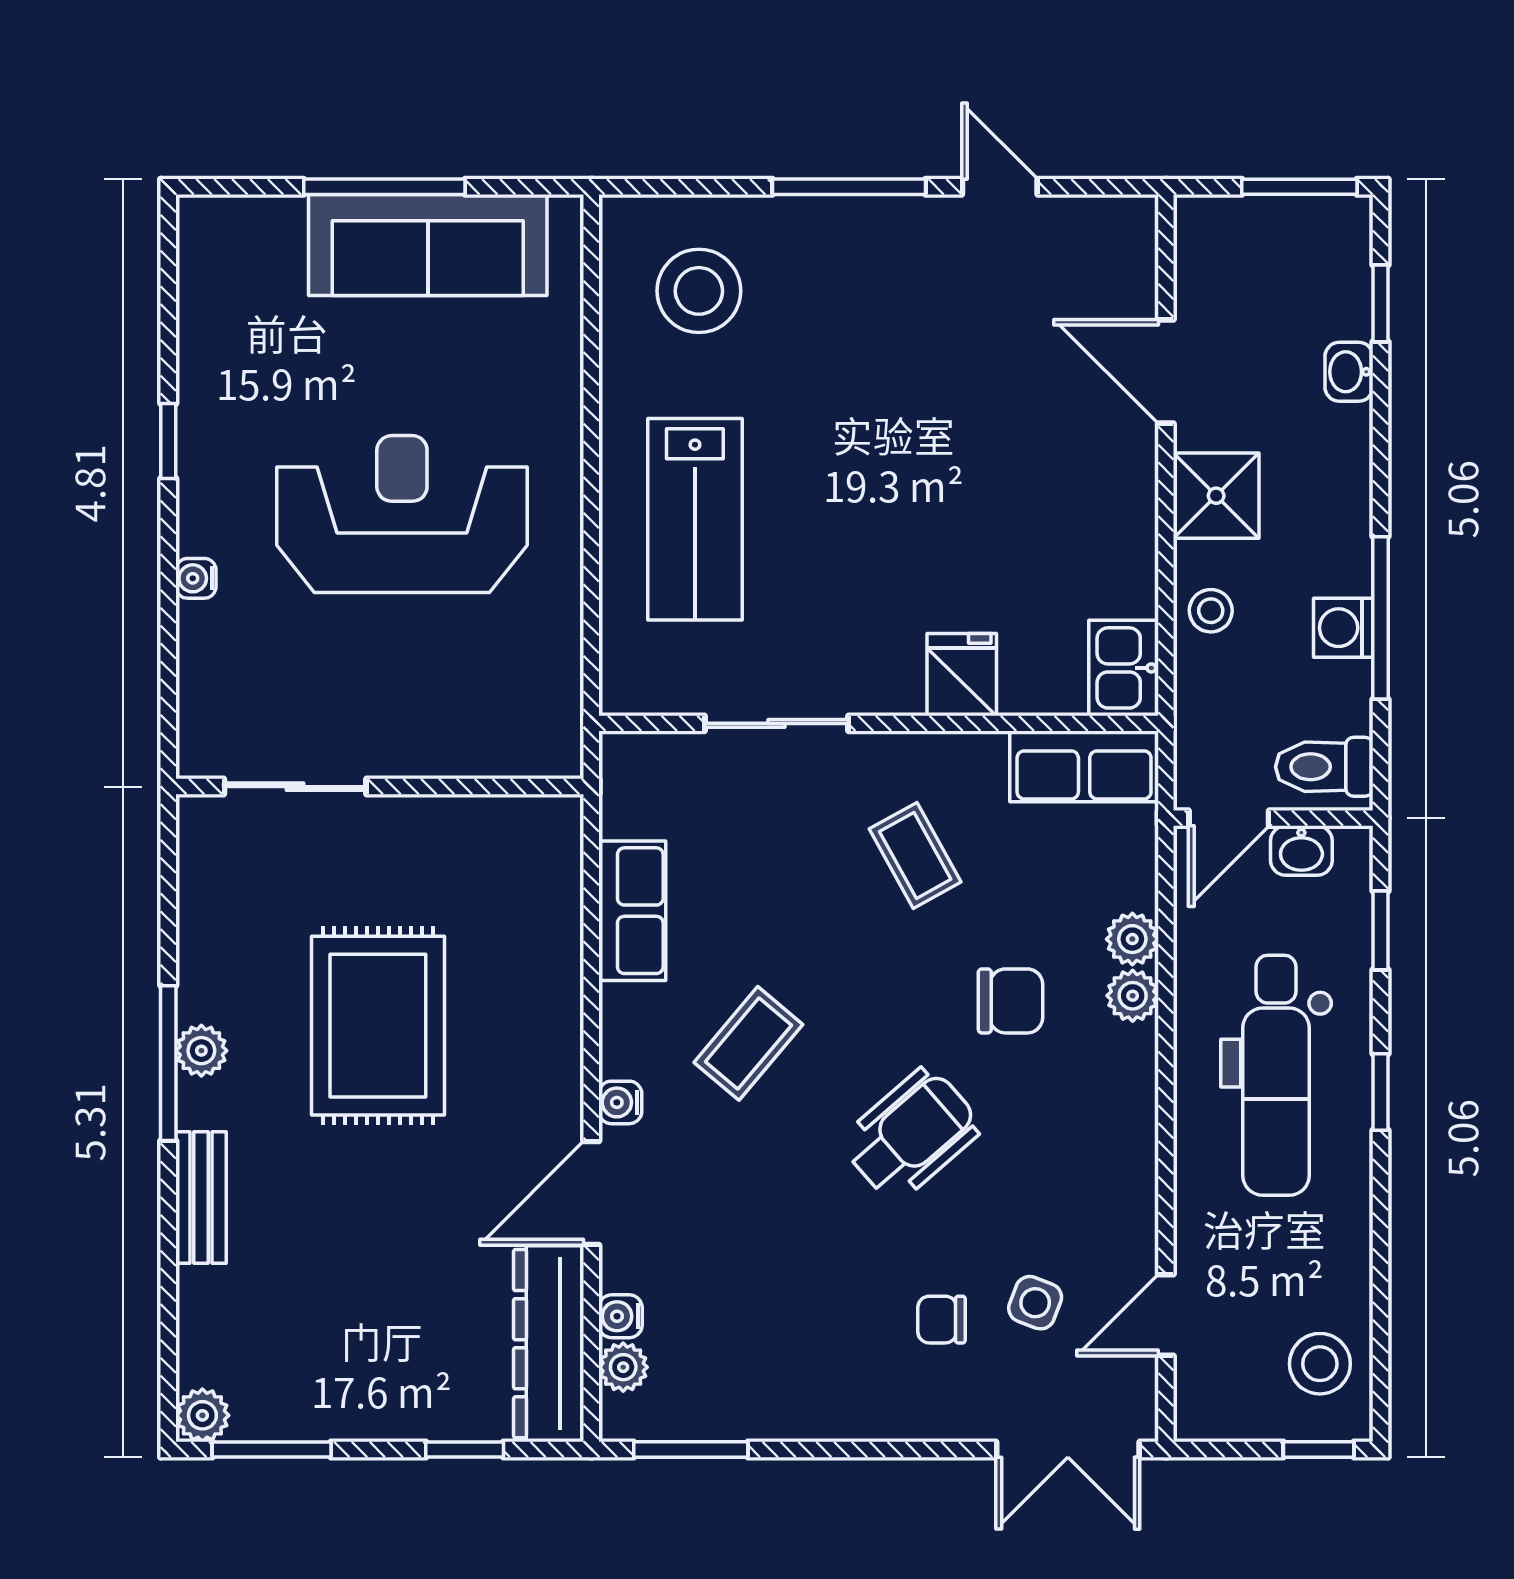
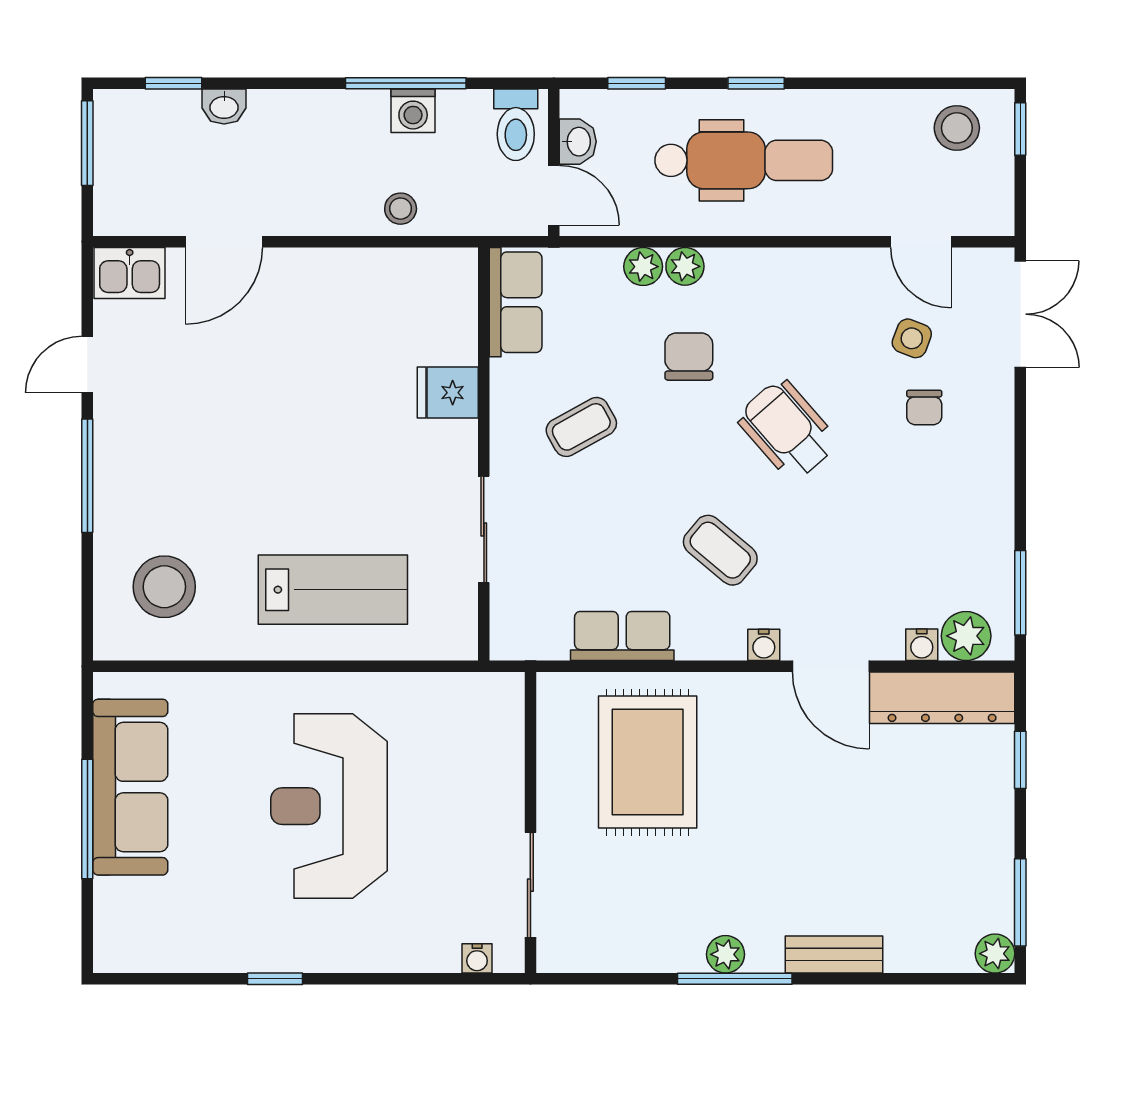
shower: (1216, 496) -> (316, 205), removed
water cooler: (196, 578) -> (477, 958), moved
kitchen sink: (1124, 668) -> (130, 273), moved
rug: (378, 1026) -> (648, 762), moved, turned 90
plant: (623, 1367) -> (966, 636), width x1.38, depth x1.38

